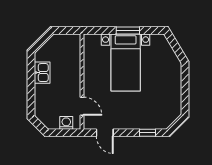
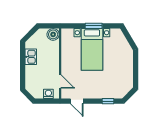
boiler: (73, 42) -> (53, 34), added

